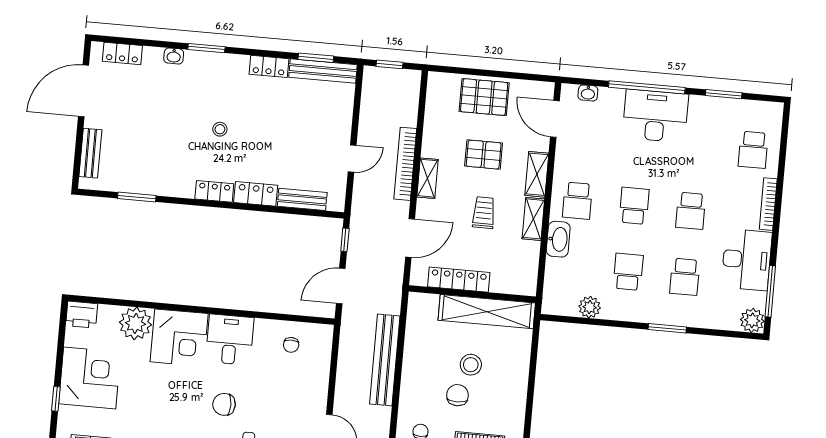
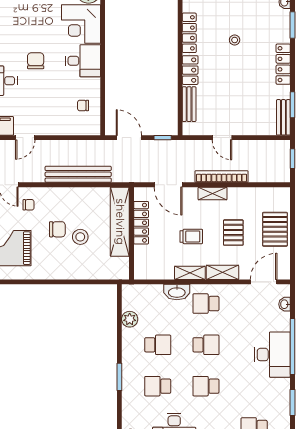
locker: (269, 66) -> (283, 64), width x1.53
bench: (323, 71) -> (283, 117), width x0.73
locker: (214, 191) -> (189, 33), width x1.53
shelving: (487, 312) -> (120, 222), moved

